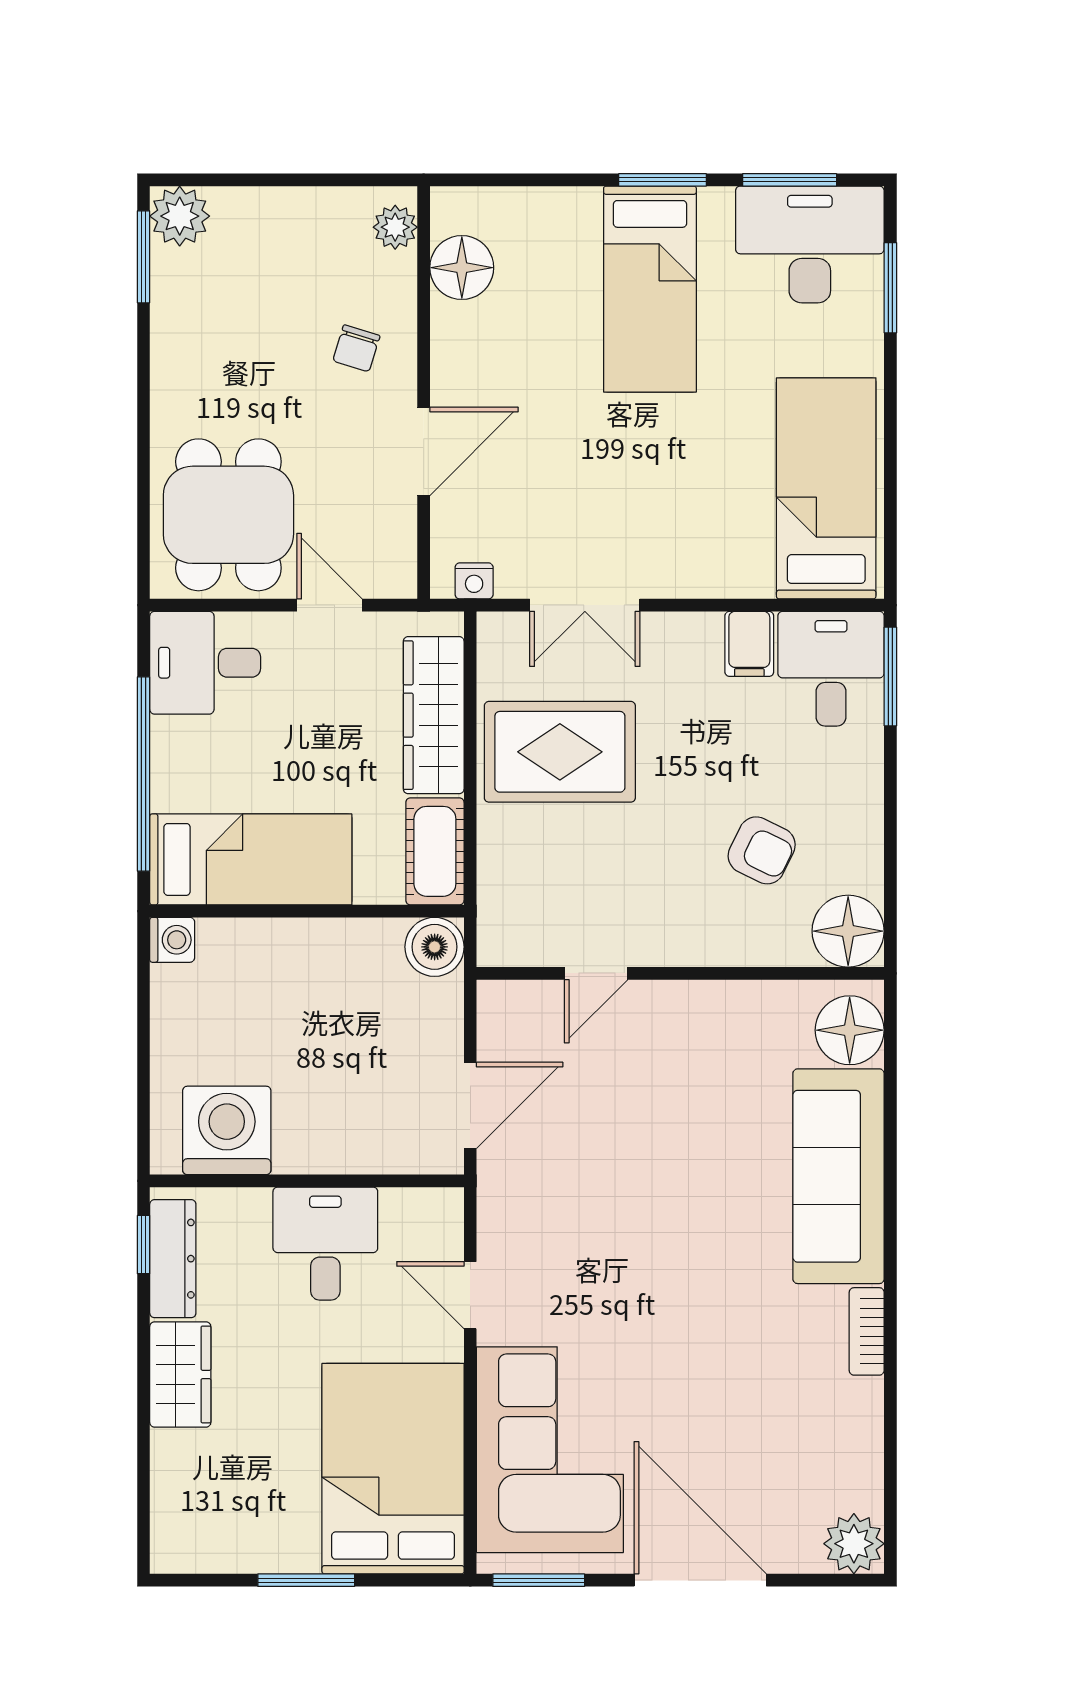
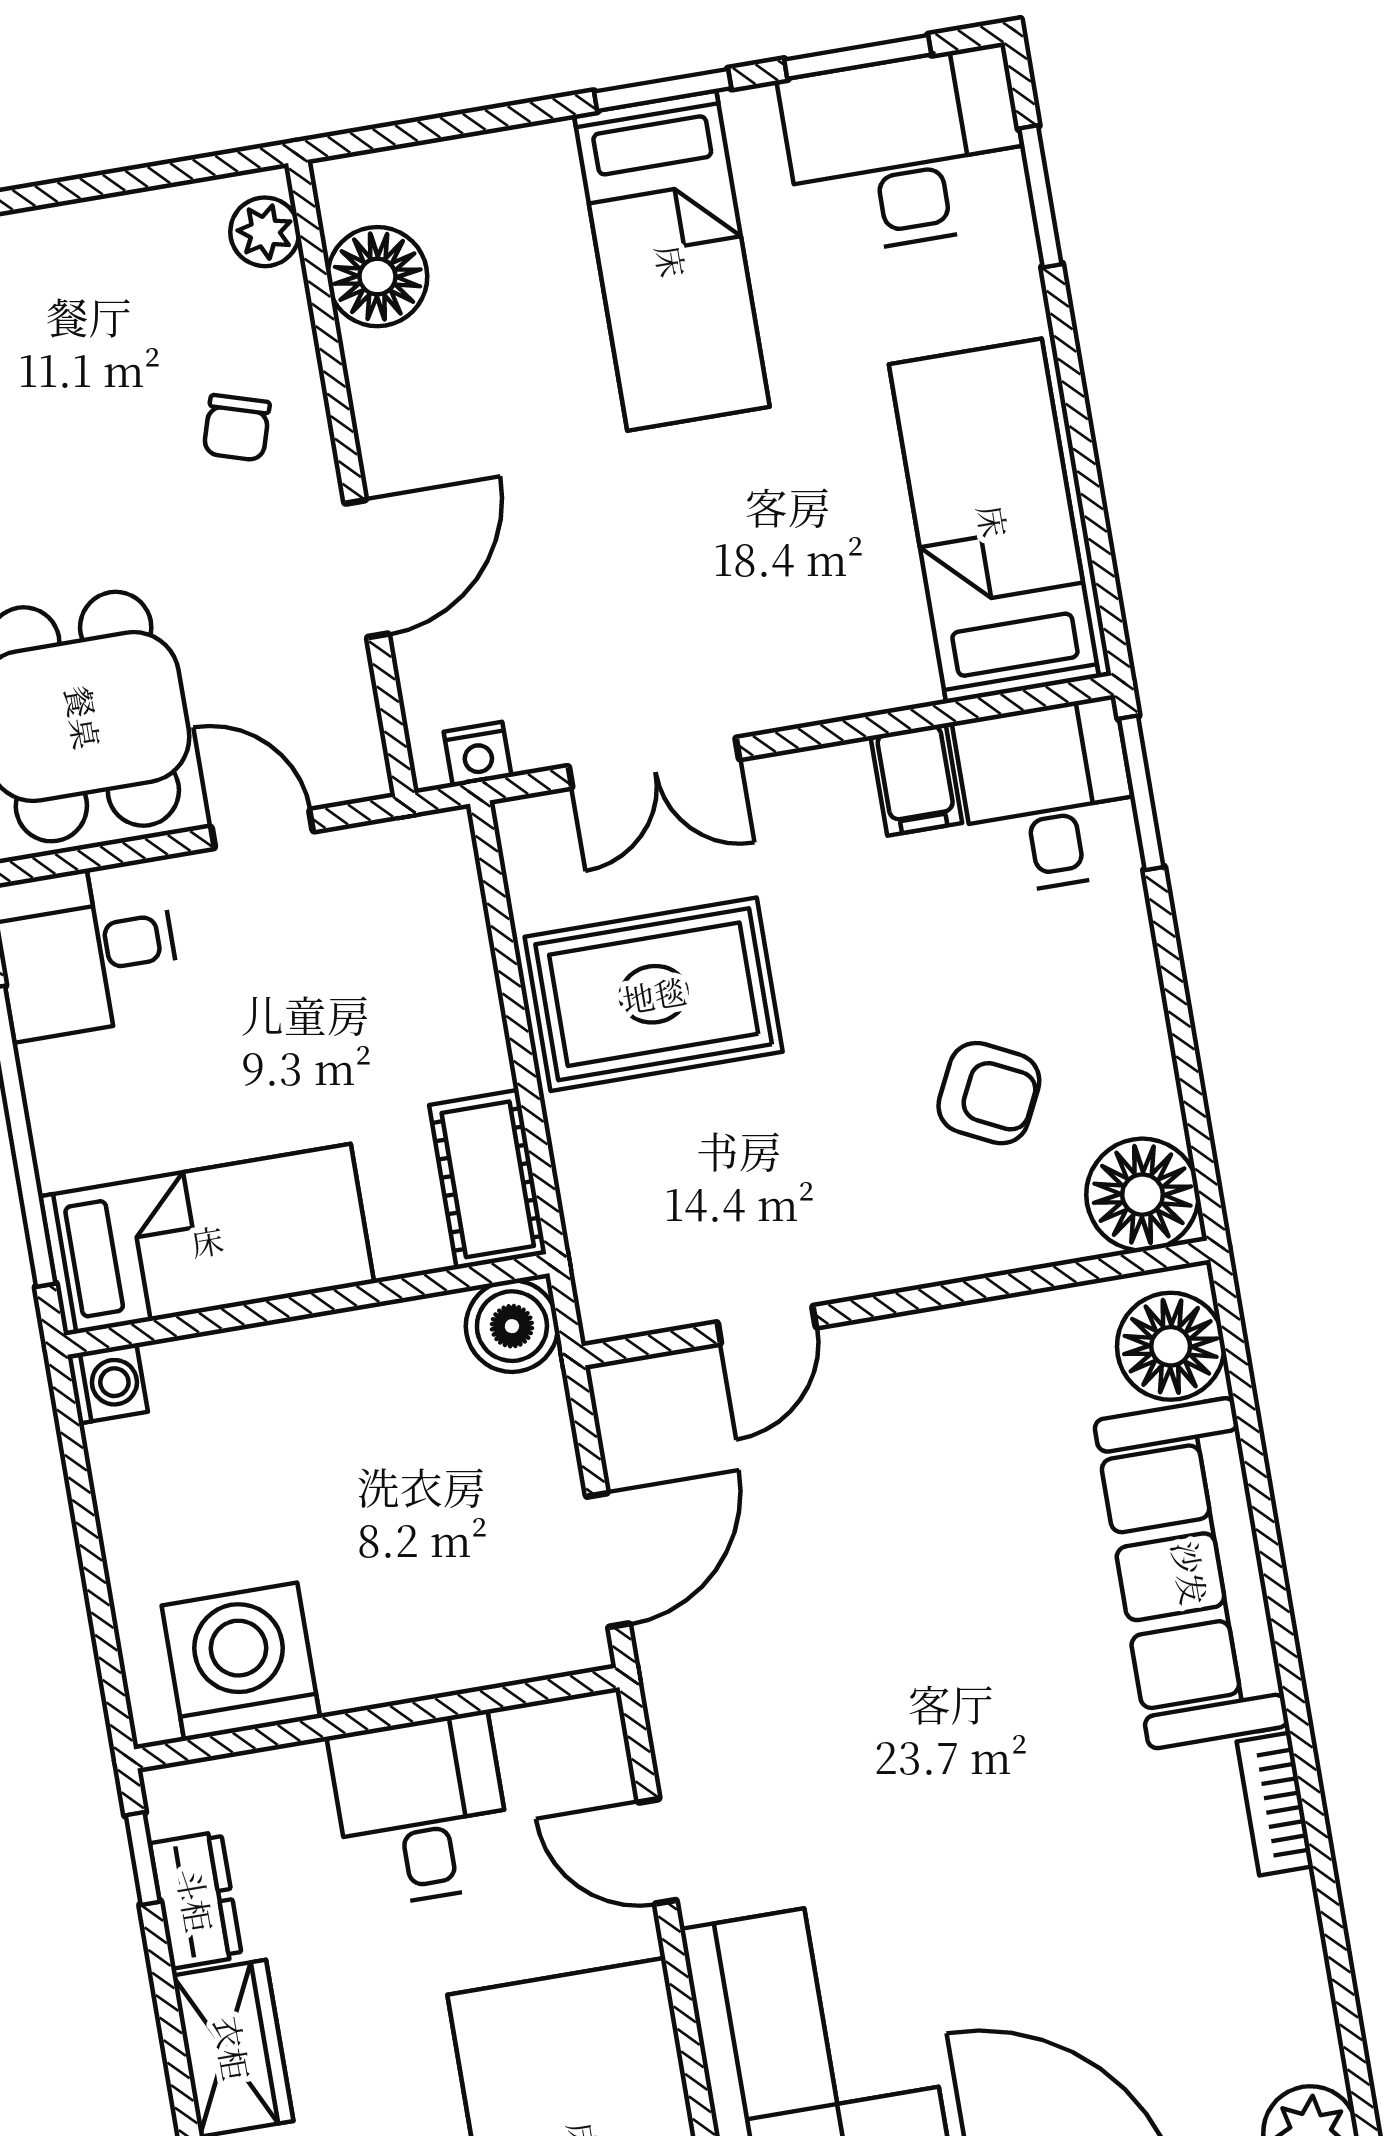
wardrobe: (434, 715) -> (451, 971), removed
dresser: (173, 1259) -> (196, 1900), width x0.70

